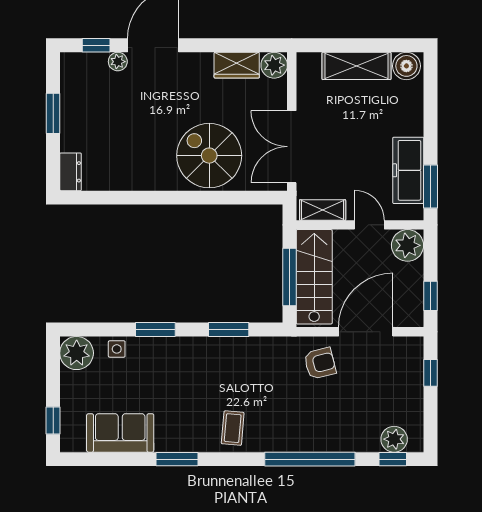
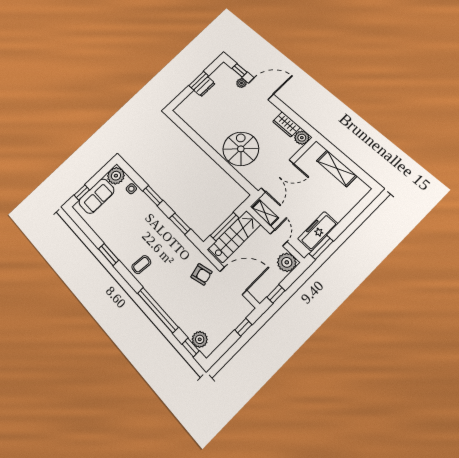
boiler: (406, 66) -> (359, 188), removed
double door: (292, 147) -> (277, 176), swing flipped
dresser: (71, 172) -> (204, 87), moved
sofa: (120, 433) -> (97, 196), moved, turned 90

